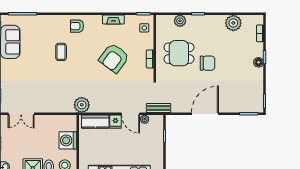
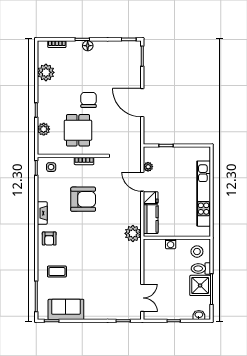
fireplace: (113, 19) -> (42, 213), moved
coffee table: (61, 52) -> (57, 272), moved
armchair: (114, 58) -> (83, 199), turned -37
bench: (159, 108) -> (136, 152), removed
door: (130, 114) -> (142, 182), swing flipped
washing machine: (68, 140) -> (171, 244), width x0.53, depth x0.53

